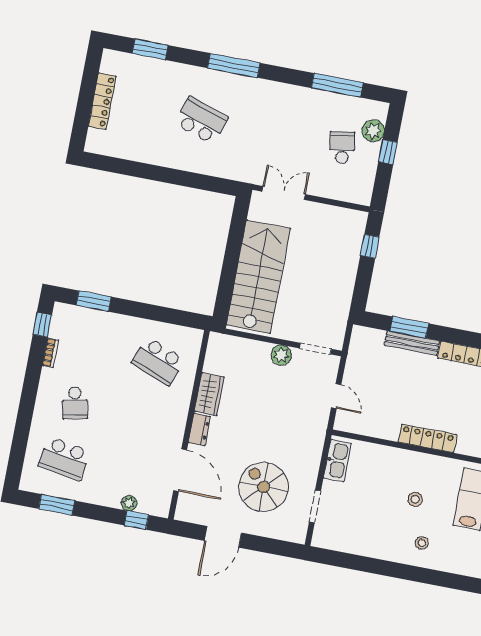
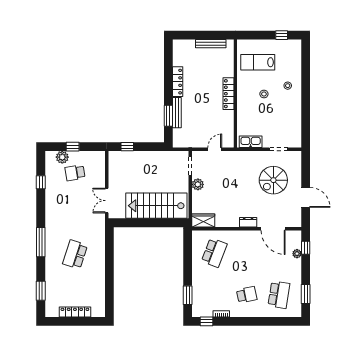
window: (337, 85) -> (41, 182), width x0.46
wardrobe: (209, 394) -> (203, 220), moved
door: (180, 470) -> (273, 229), swing flipped

